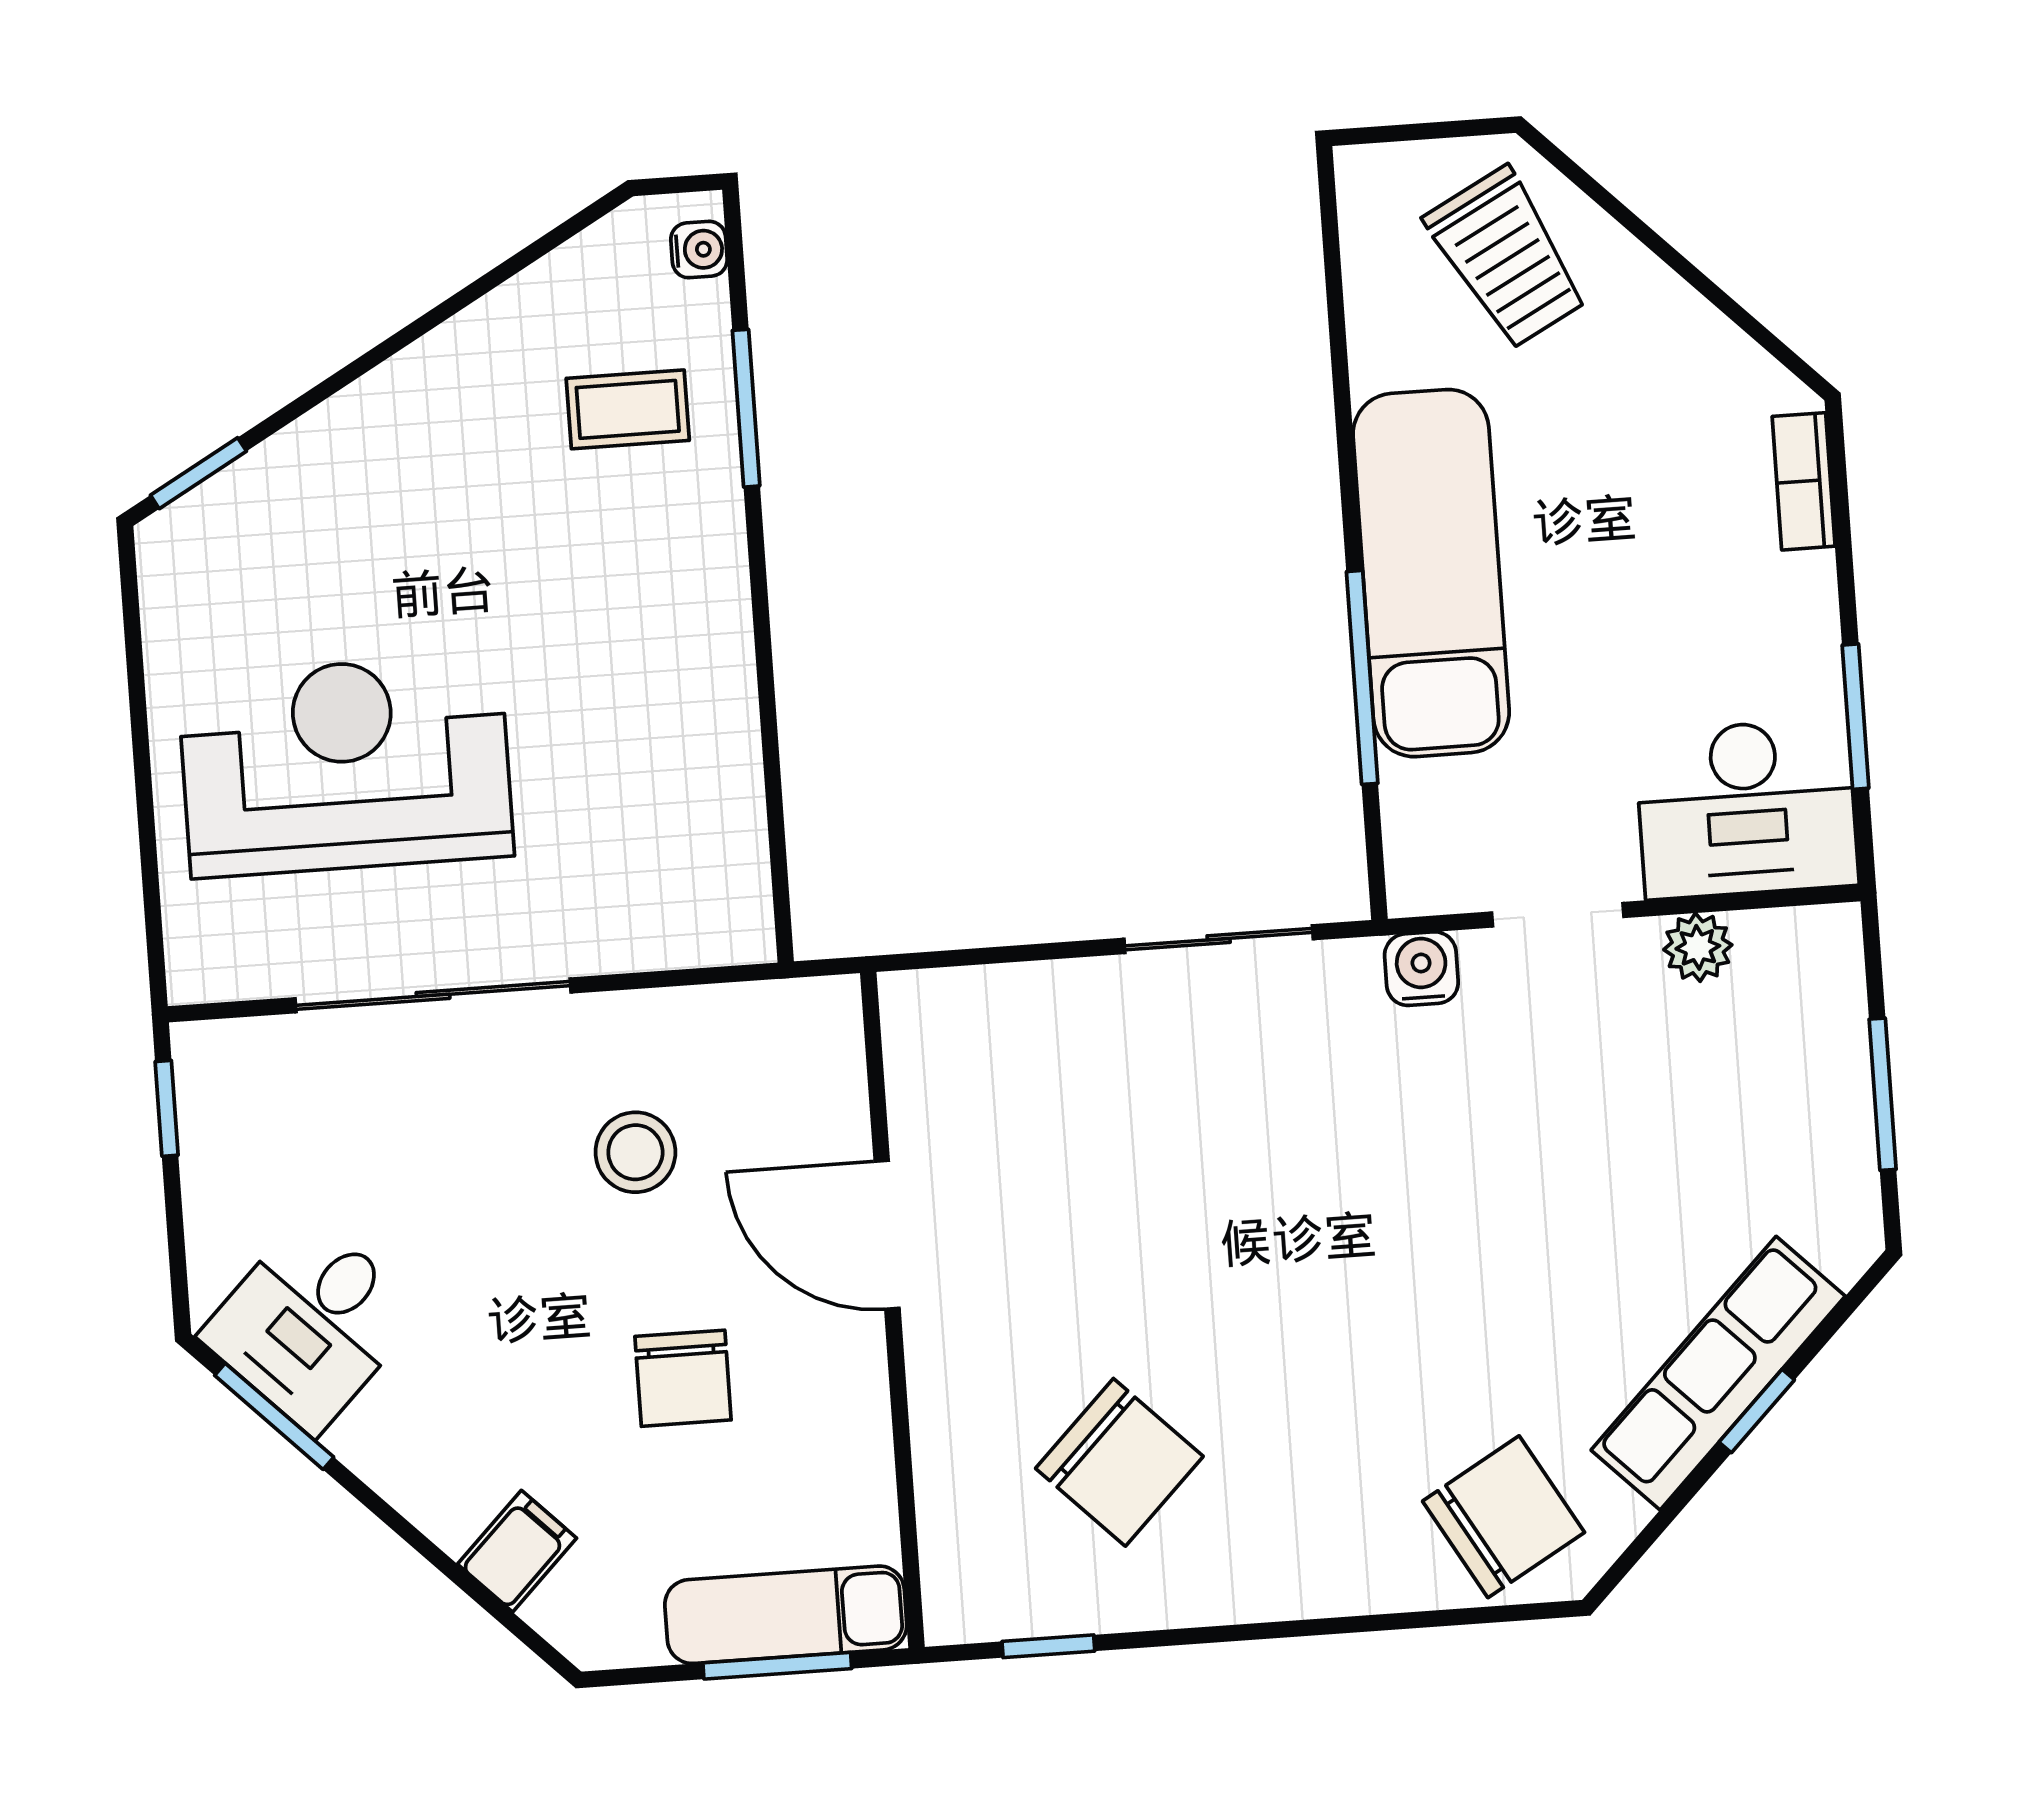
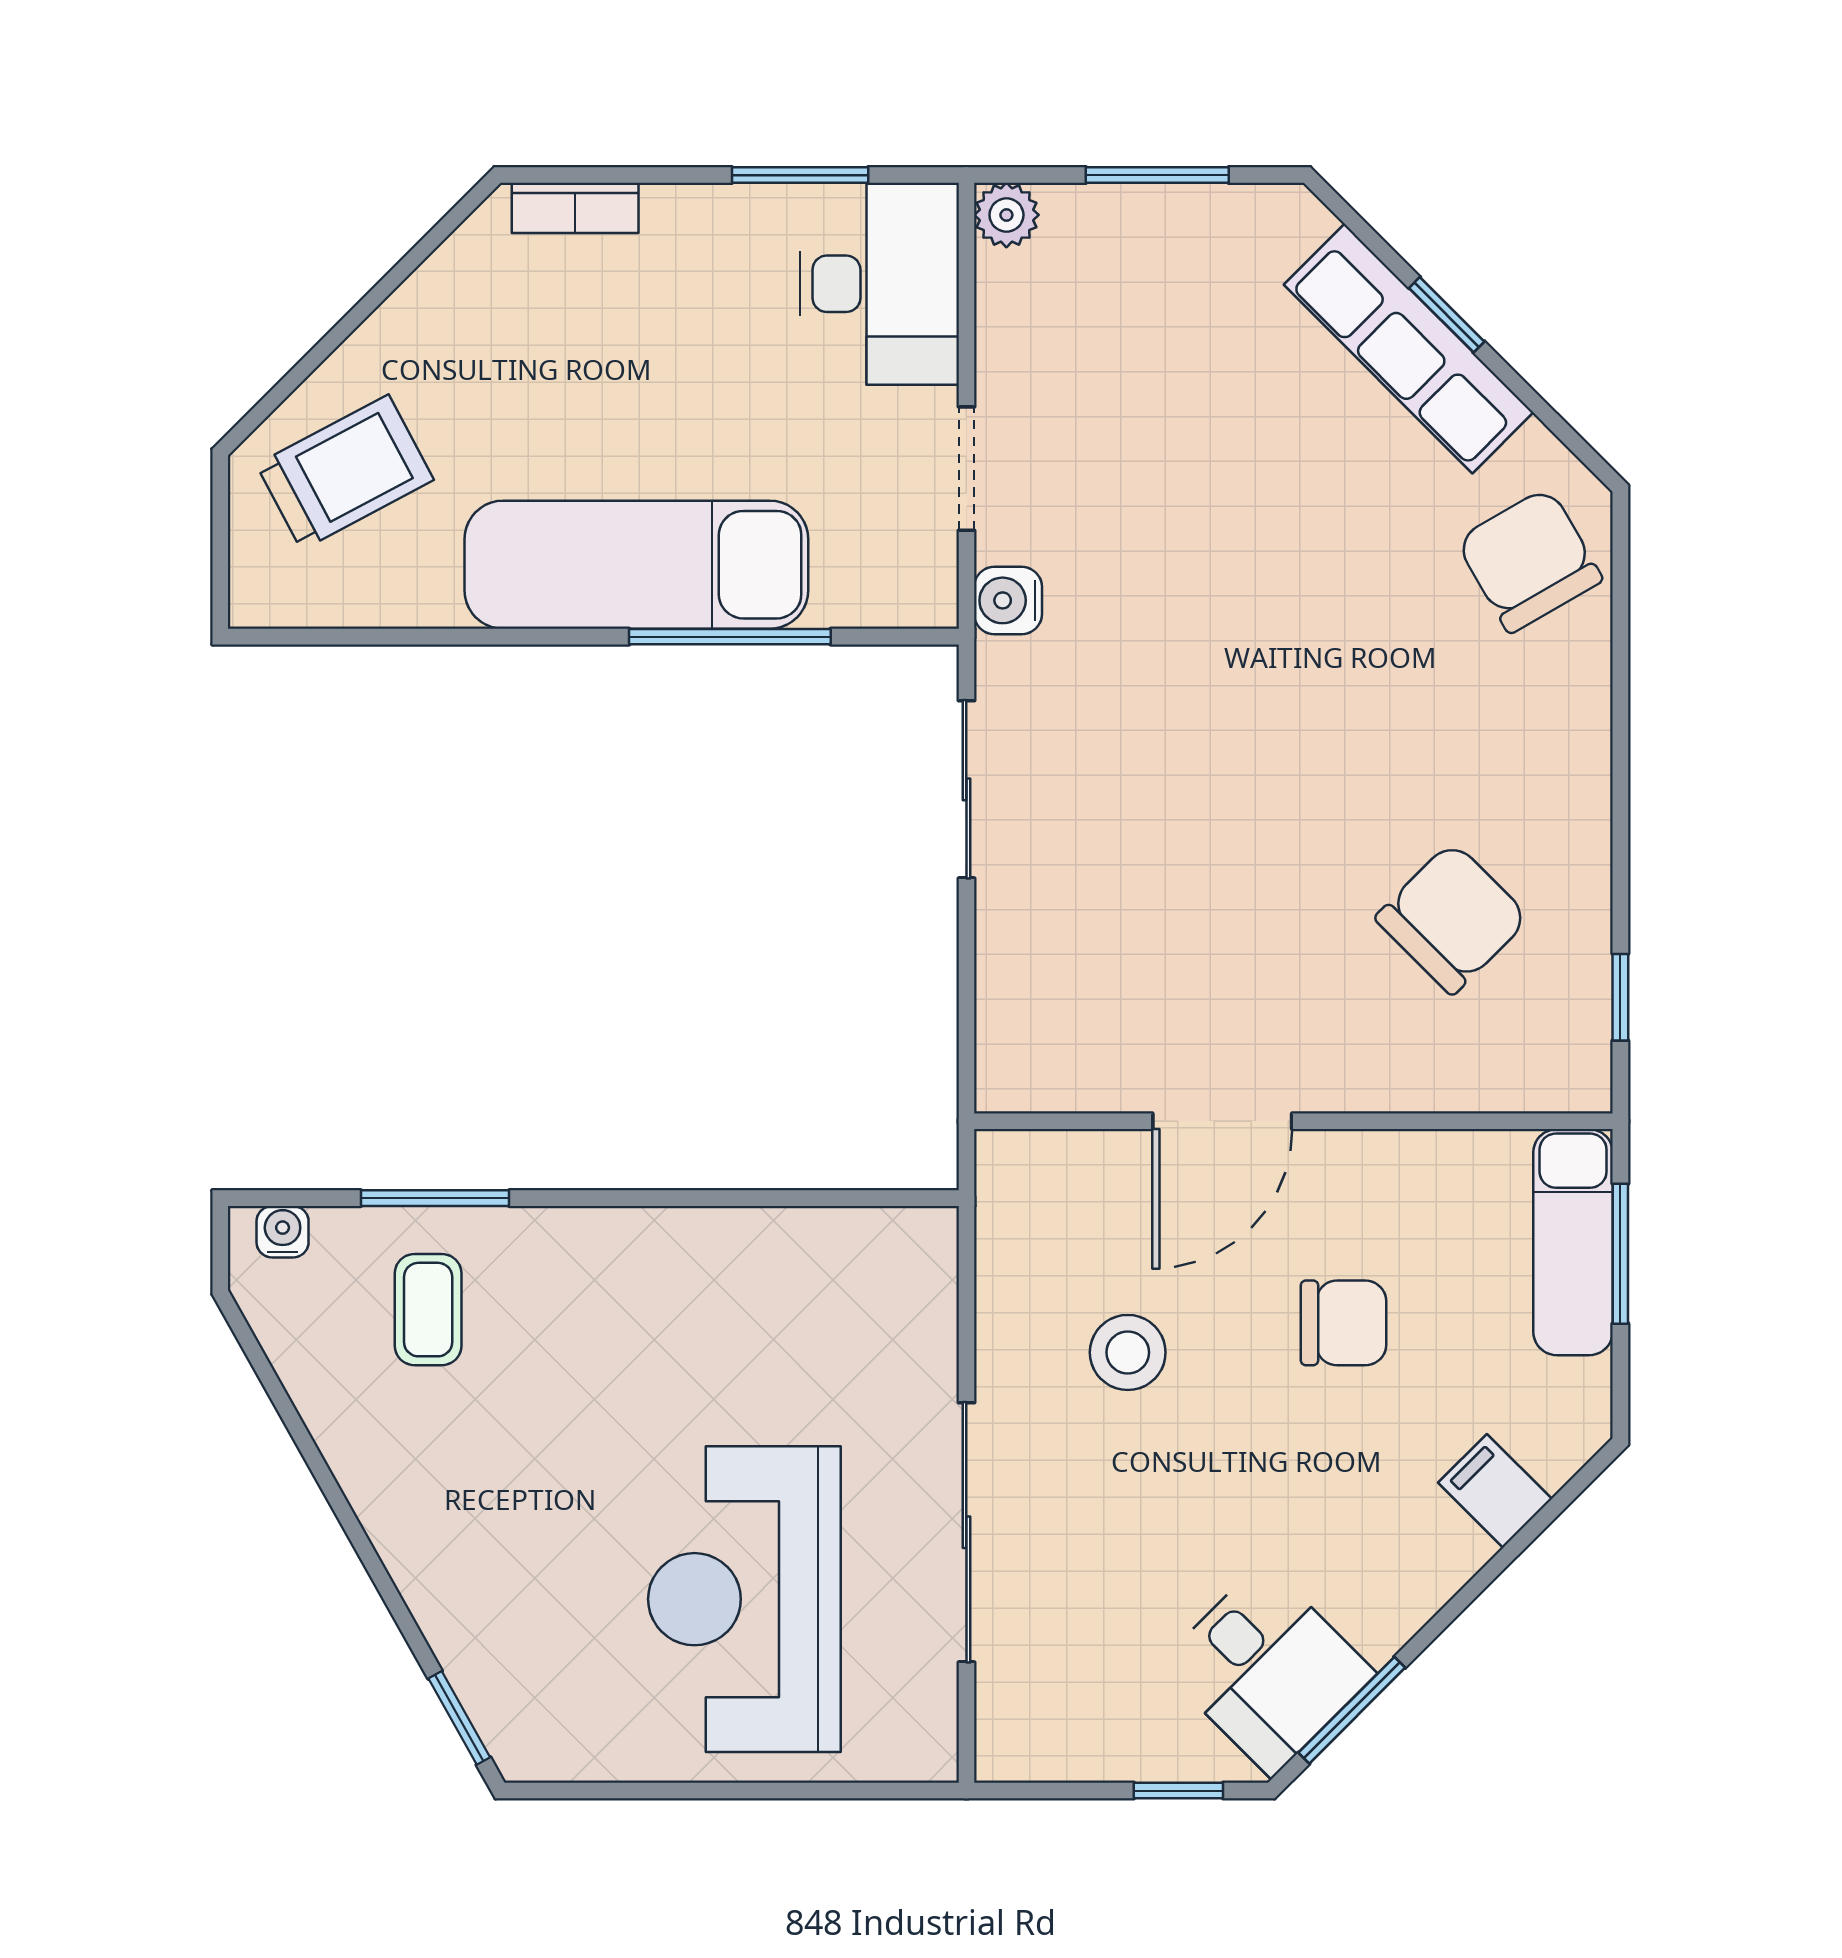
plant: (1698, 947) -> (1006, 215), moved
window: (167, 1108) -> (1178, 1791), moved

